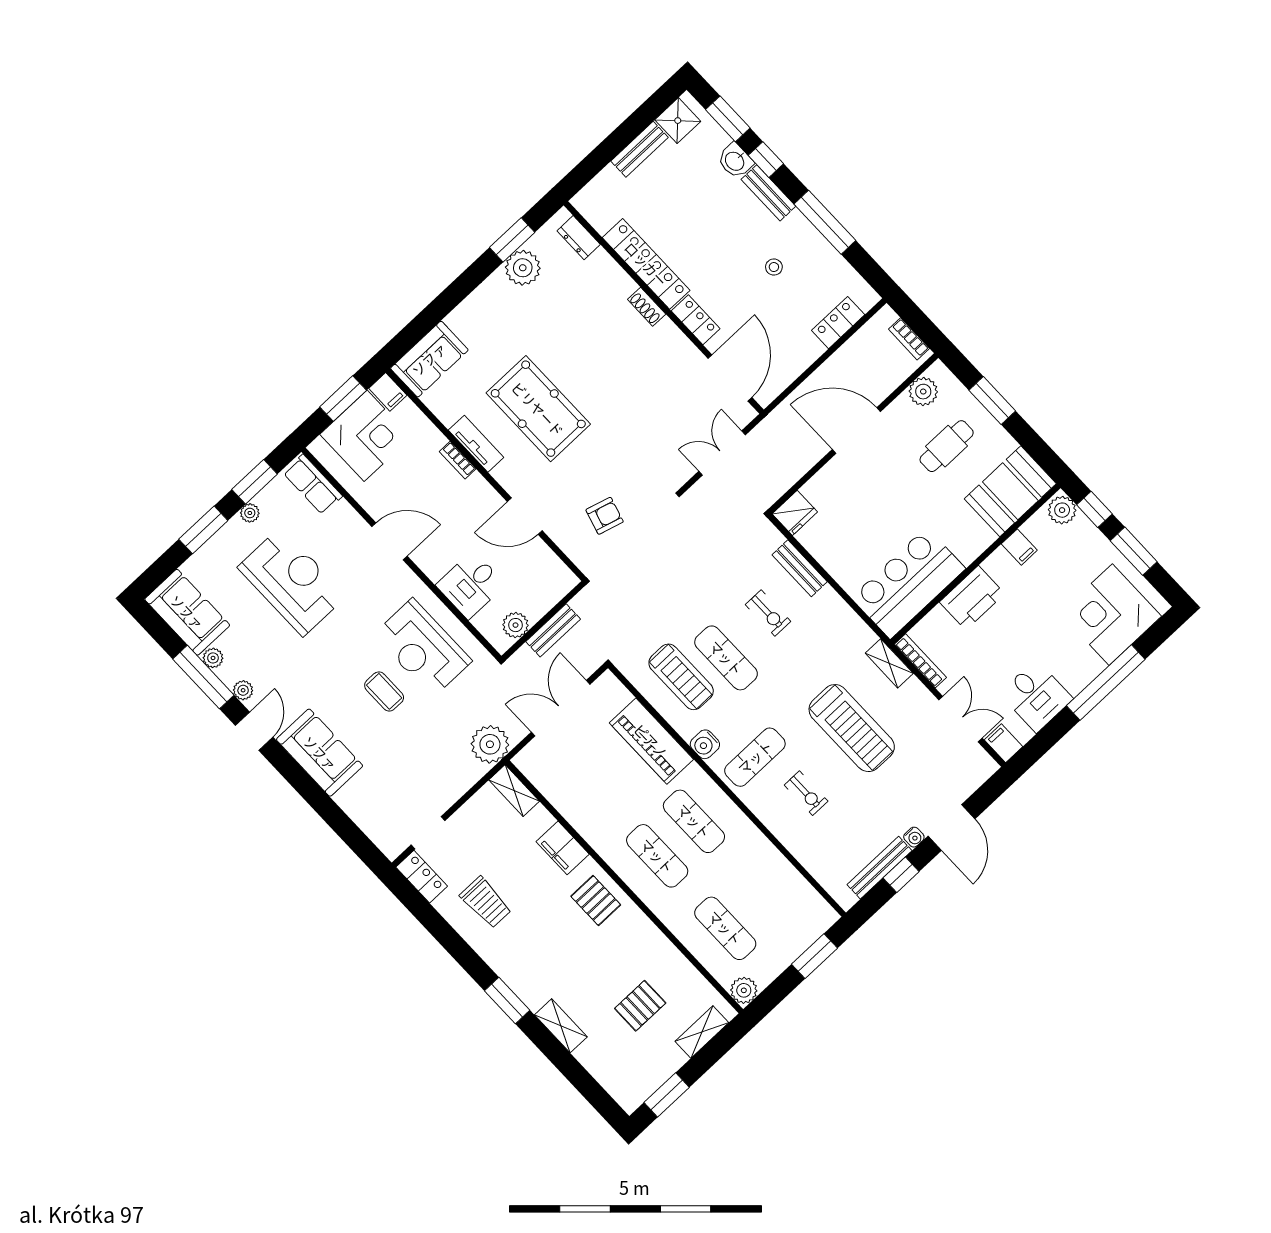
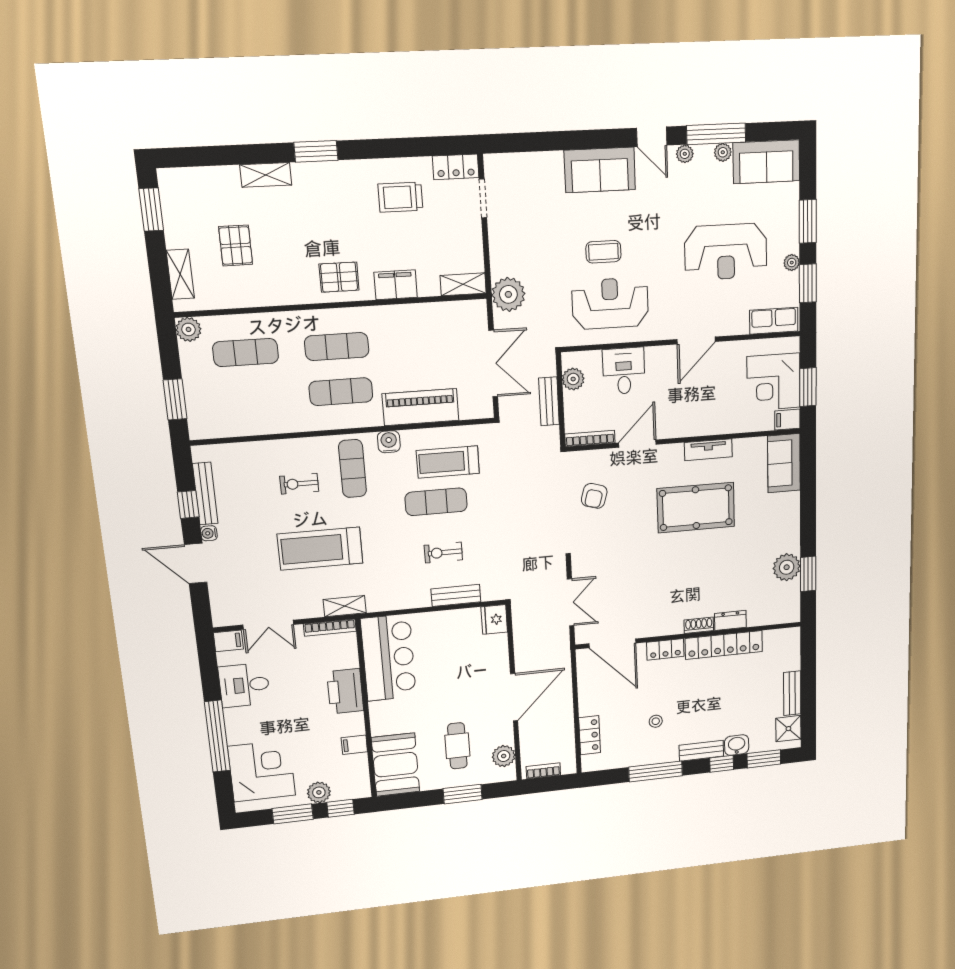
dresser: (579, 238) -> (730, 620), moved
bookcase: (458, 460) -> (590, 438), moved, width x1.56
plant: (1062, 510) -> (319, 792), moved

